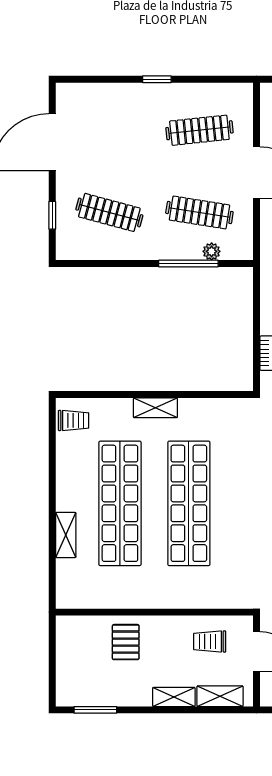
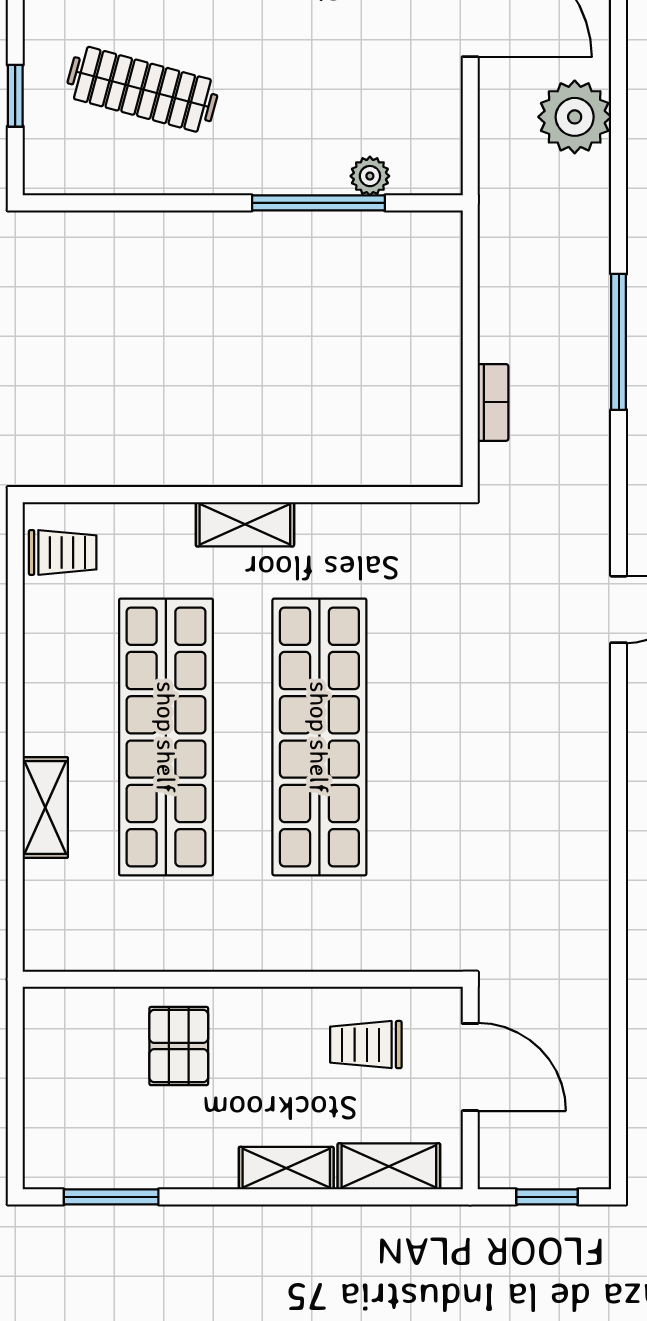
clothes rail: (199, 212) -> (343, 89), removed

